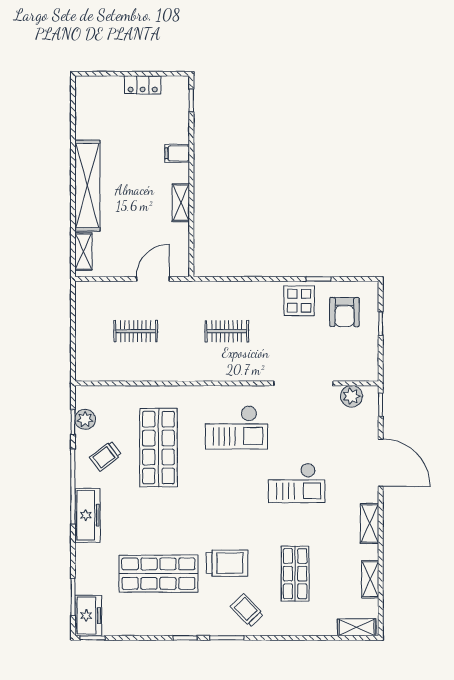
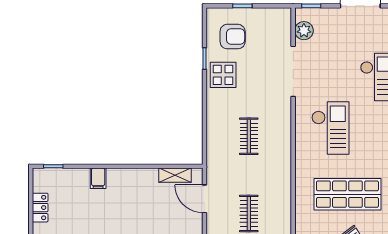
shelving: (181, 203) -> (175, 175), moved

